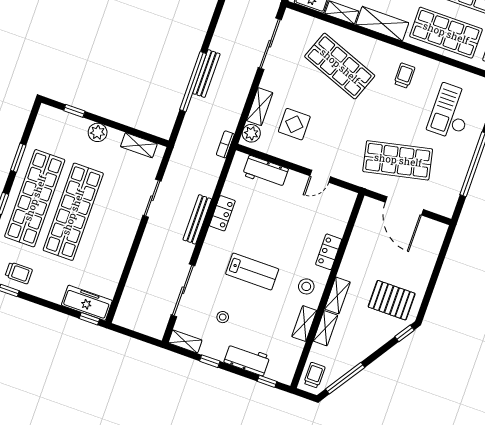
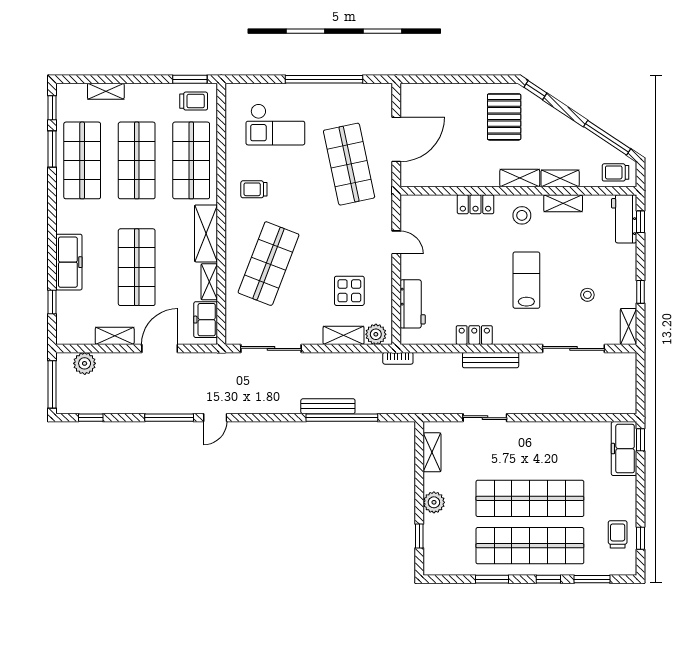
workbench: (247, 359) -> (624, 219), moved

